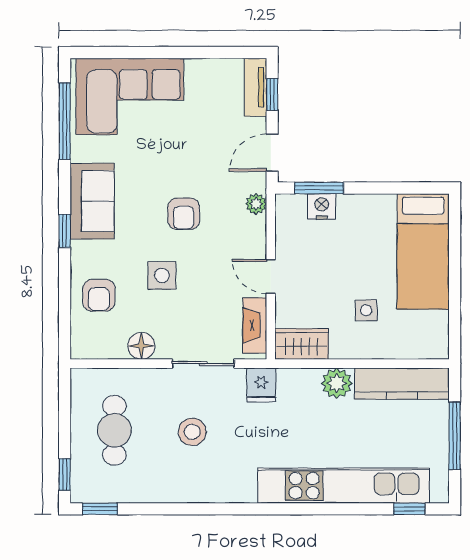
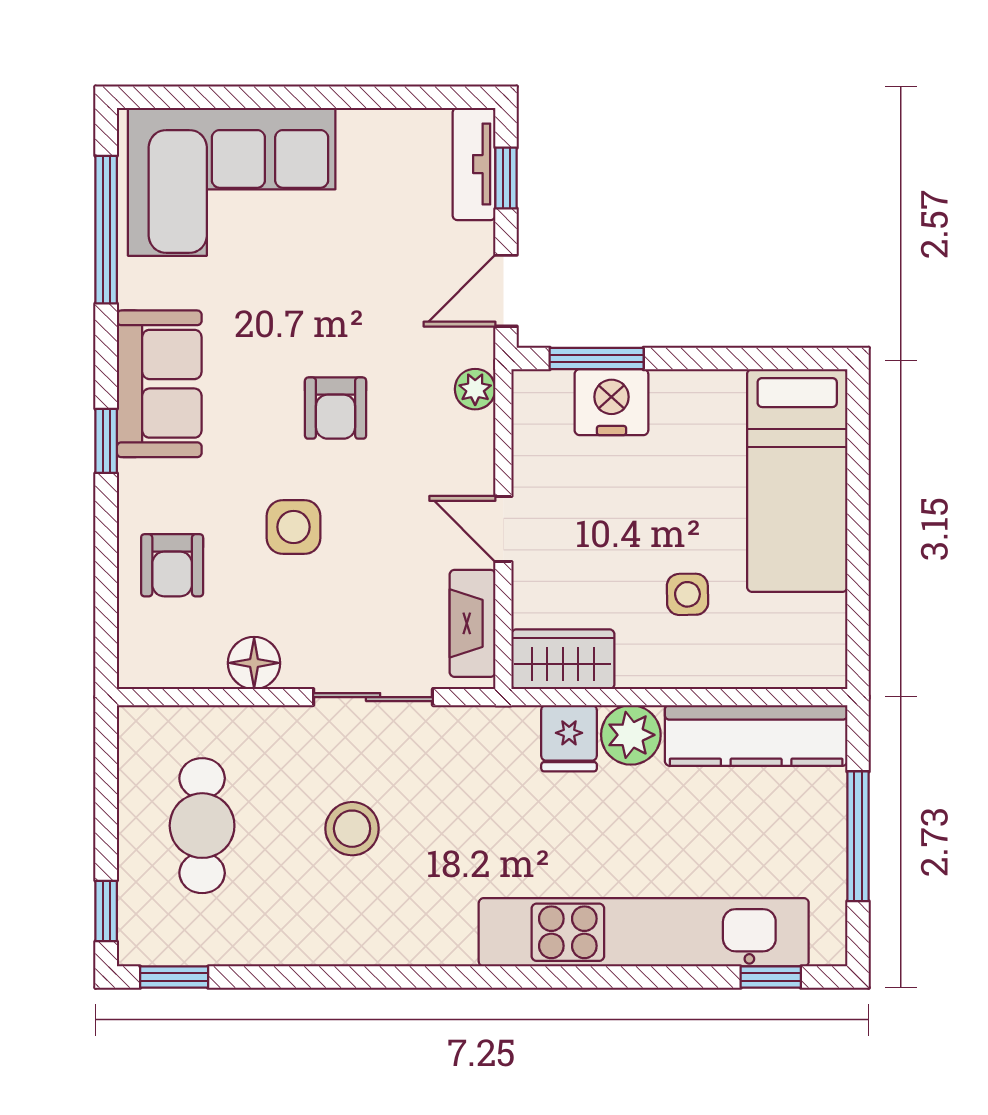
nightstand: (322, 206) -> (611, 402), width x1.36, depth x1.33
fridge: (261, 385) -> (569, 738), moved

